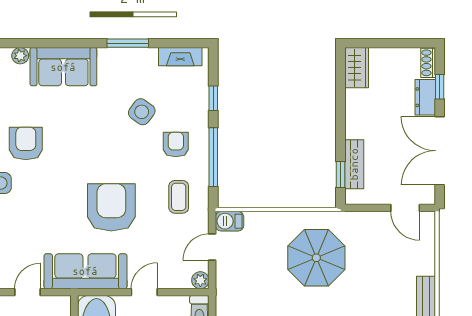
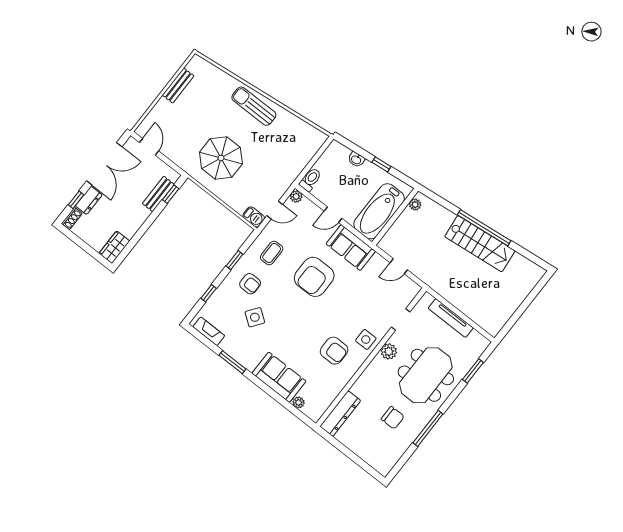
armchair: (26, 143) -> (334, 351), turned -90
armchair: (176, 145) -> (250, 284), turned -90
window: (213, 157) -> (235, 260), width x0.46
sofa: (85, 271) -> (351, 247), width x0.73

